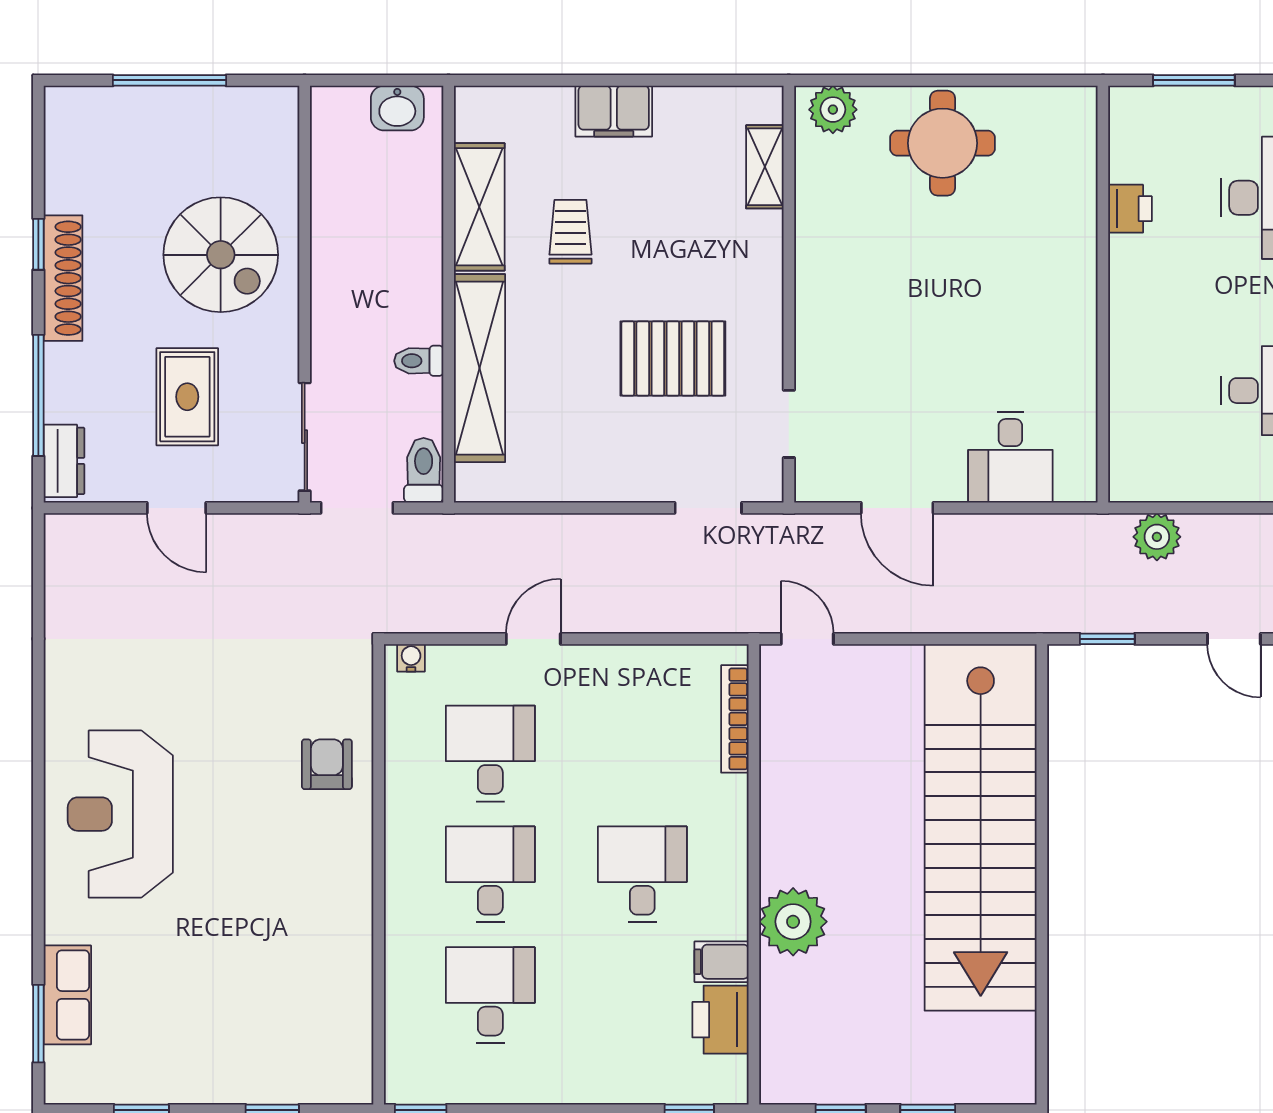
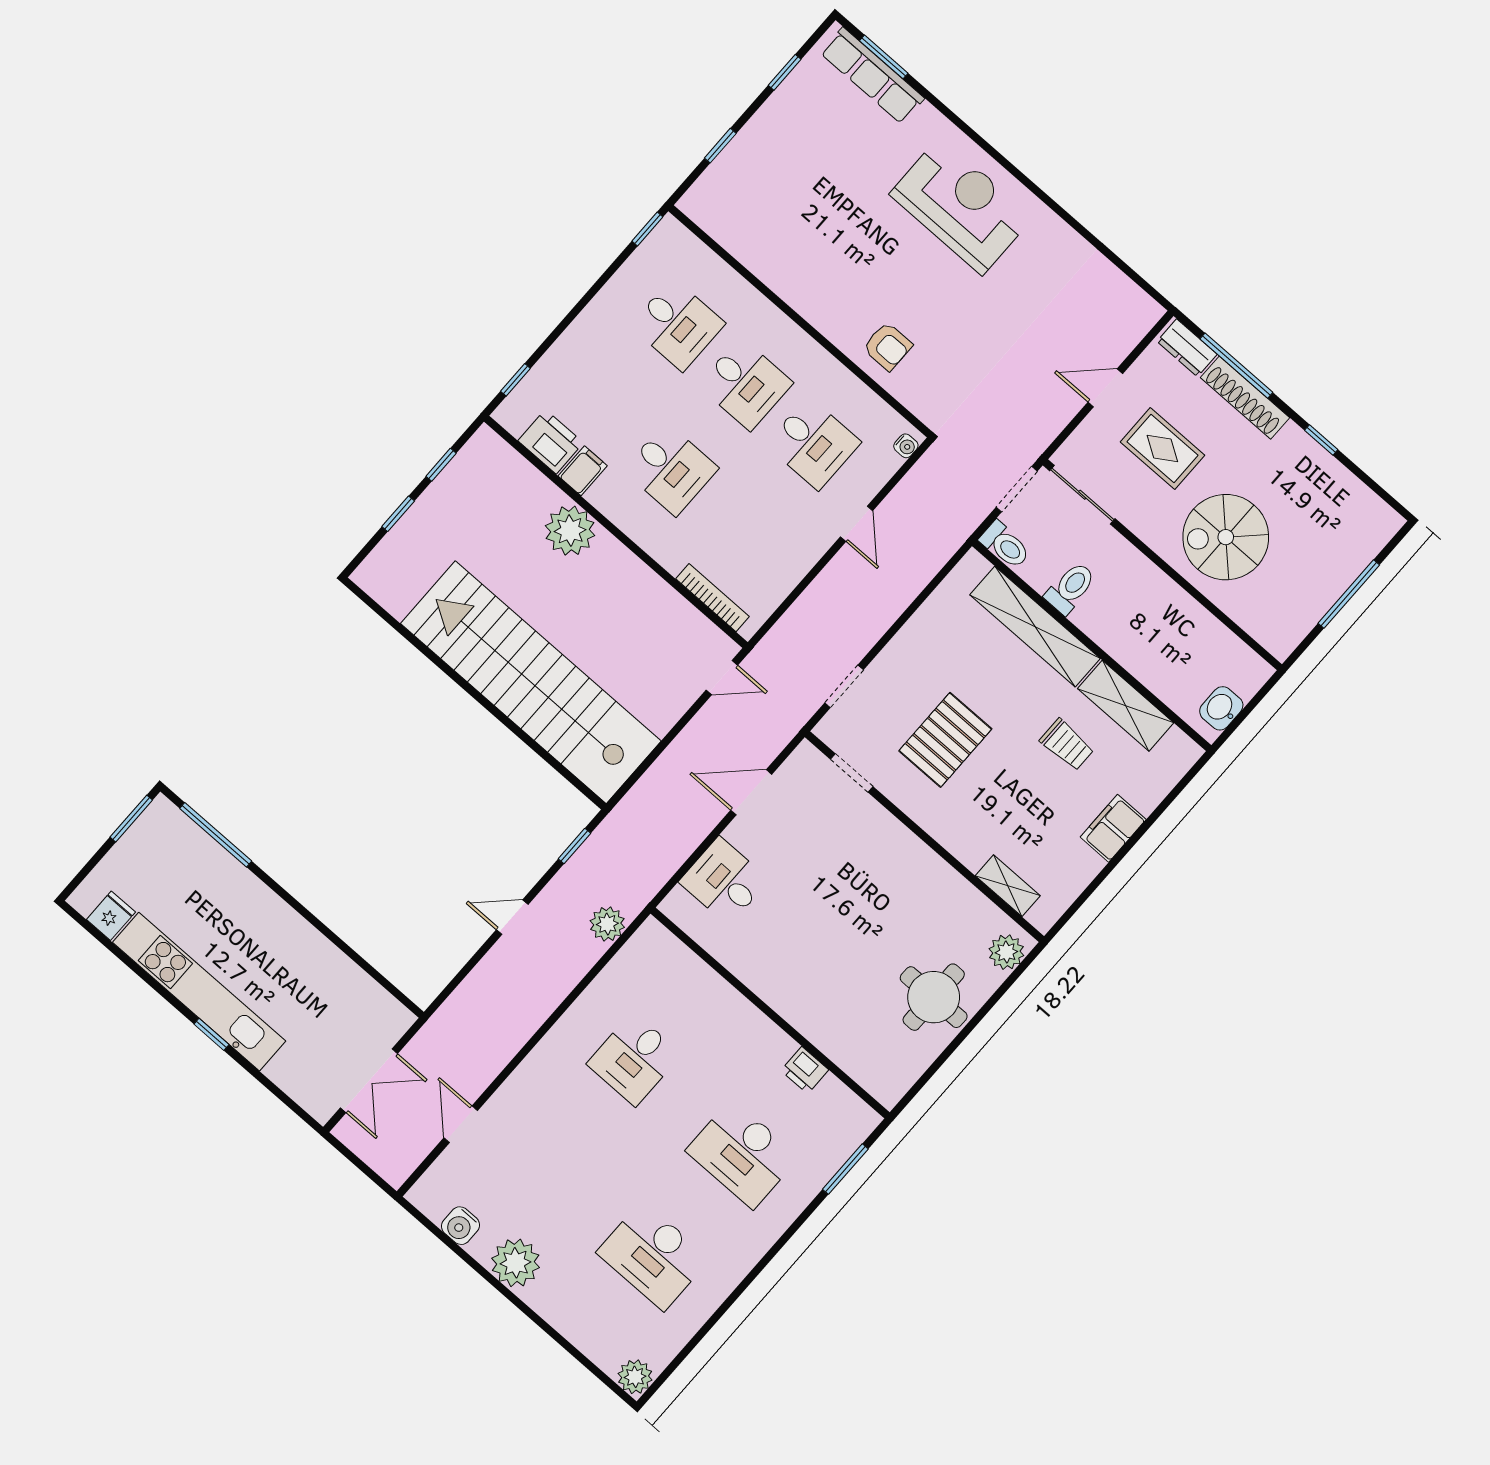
shoe rack: (63, 278) -> (1245, 398), moved
toilet: (419, 361) -> (1070, 588), width x1.37, depth x1.39
row of seats: (67, 995) -> (872, 76), width x1.48

